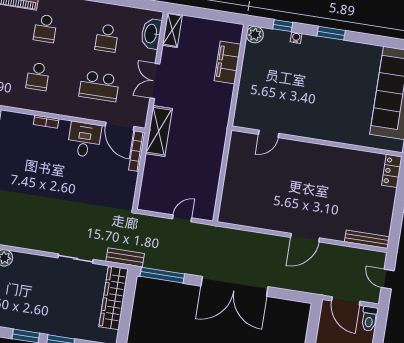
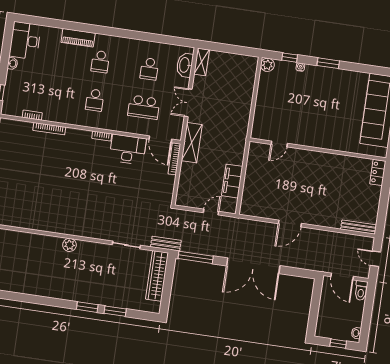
filing cabinet: (228, 62) -> (232, 181), moved
desk: (84, 140) -> (128, 149), width x1.37
door: (305, 238) -> (290, 224), moved

